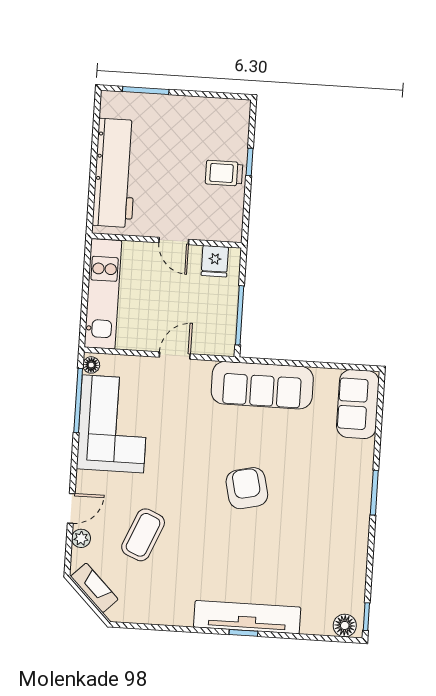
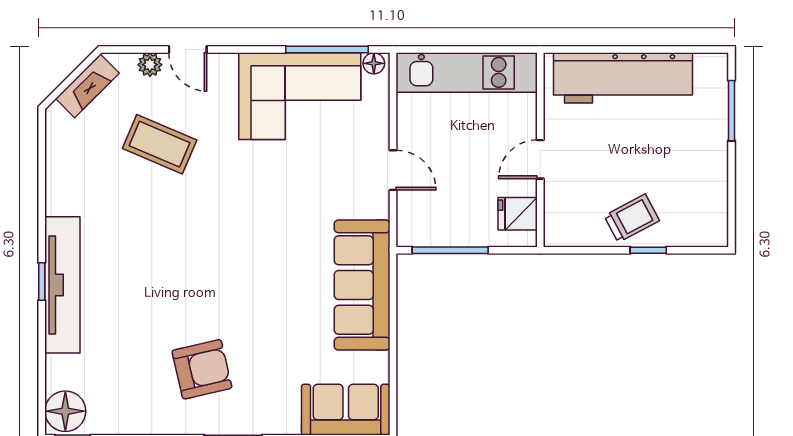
trolley: (224, 173) -> (632, 218), turned 62
armchair: (247, 488) -> (202, 369), moved
floor lamp: (345, 625) -> (65, 411), width x1.38, depth x1.38

